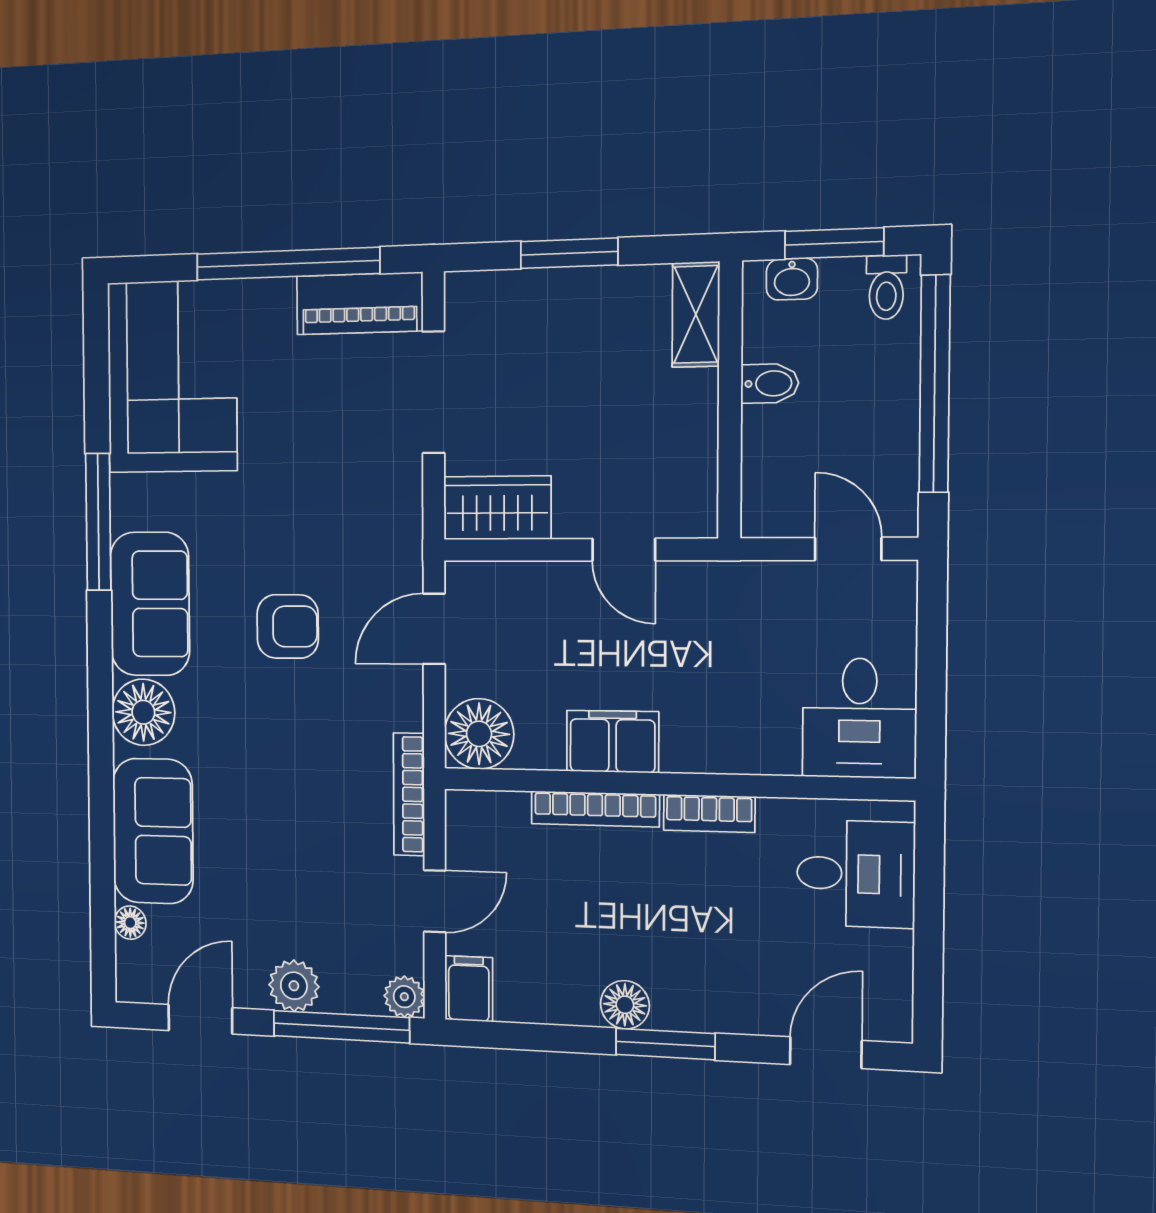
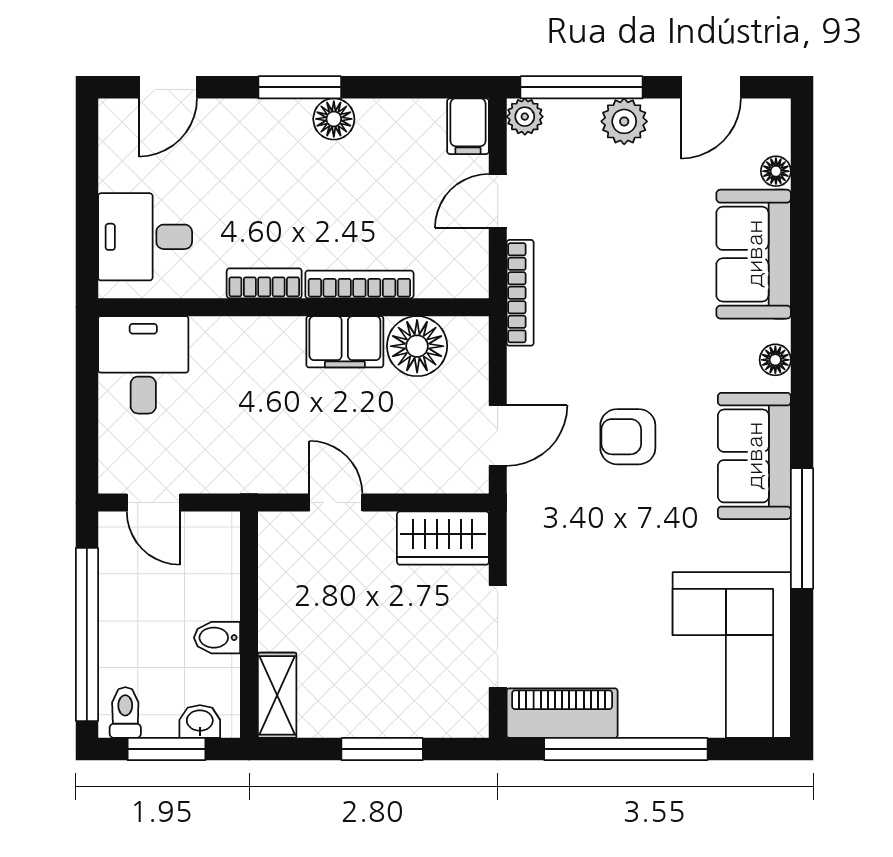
floor lamp: (143, 712) -> (775, 360), width x0.53, depth x0.53
floor lamp: (479, 734) -> (417, 346), moved

